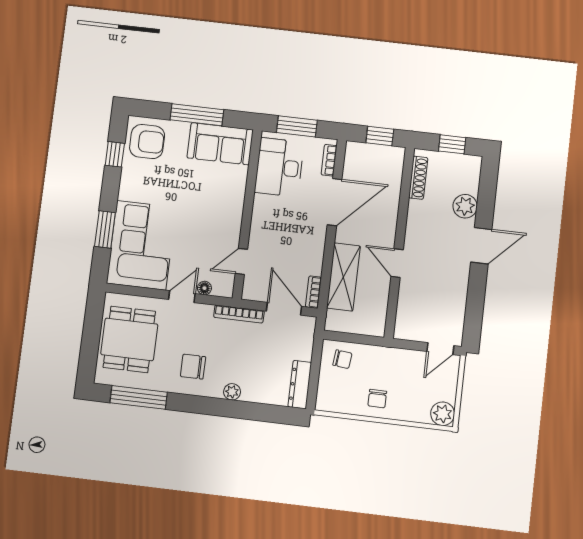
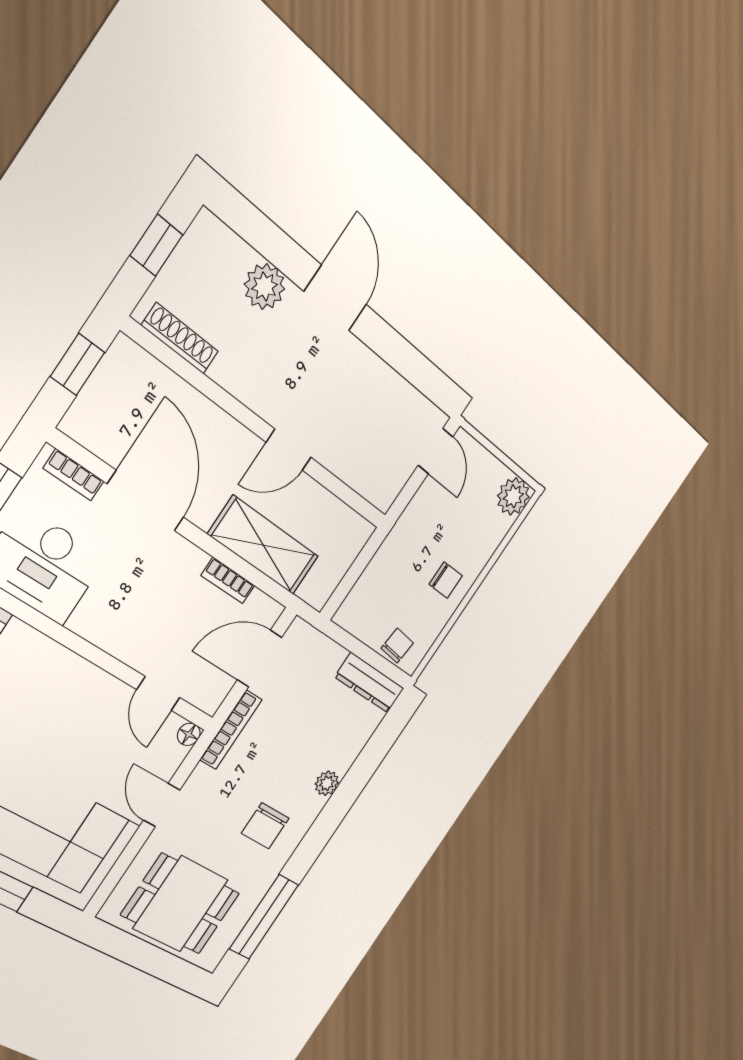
floor lamp: (204, 288) -> (189, 734), moved
bookcase: (313, 292) -> (228, 580), moved
chair: (342, 359) -> (397, 646), moved

